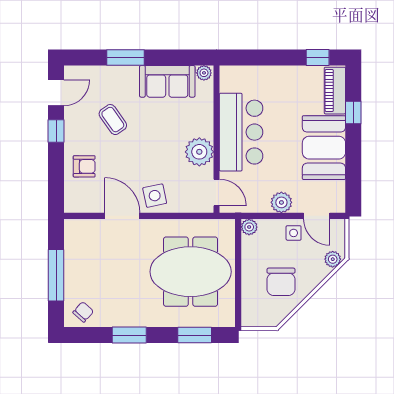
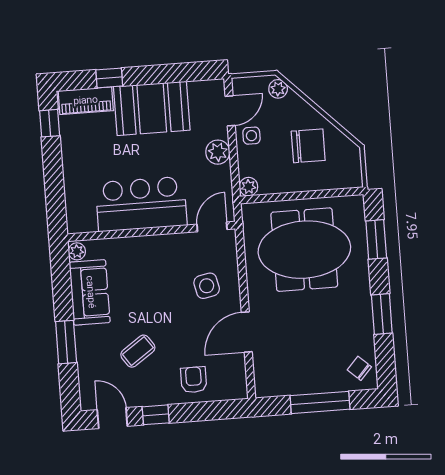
plant: (199, 152) -> (167, 250), removed
side table: (155, 196) -> (207, 286), moved
meeting table: (191, 272) -> (304, 250), turned 90

